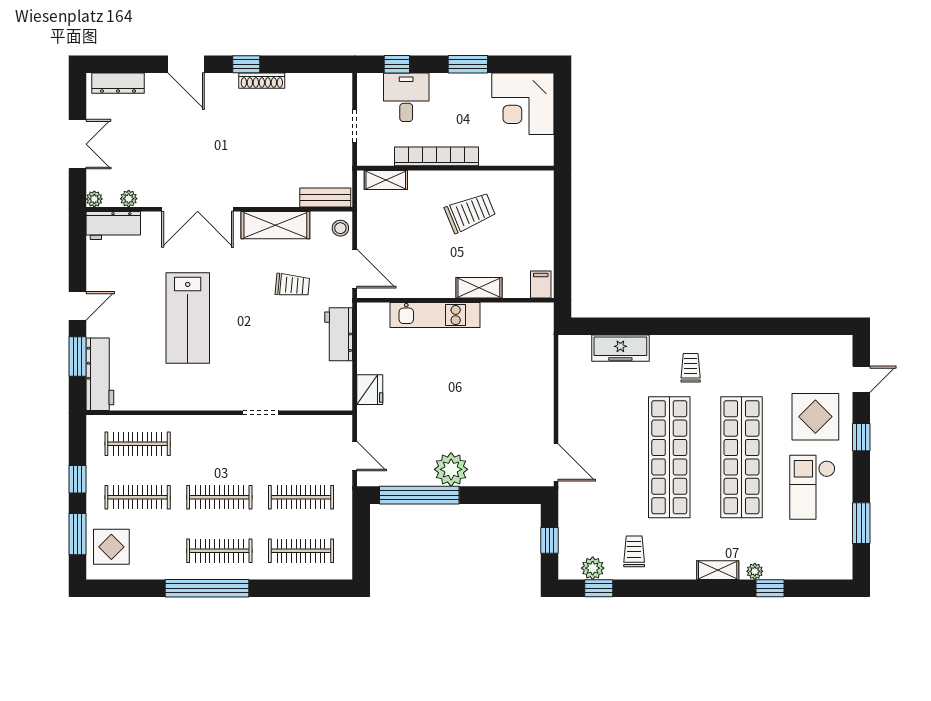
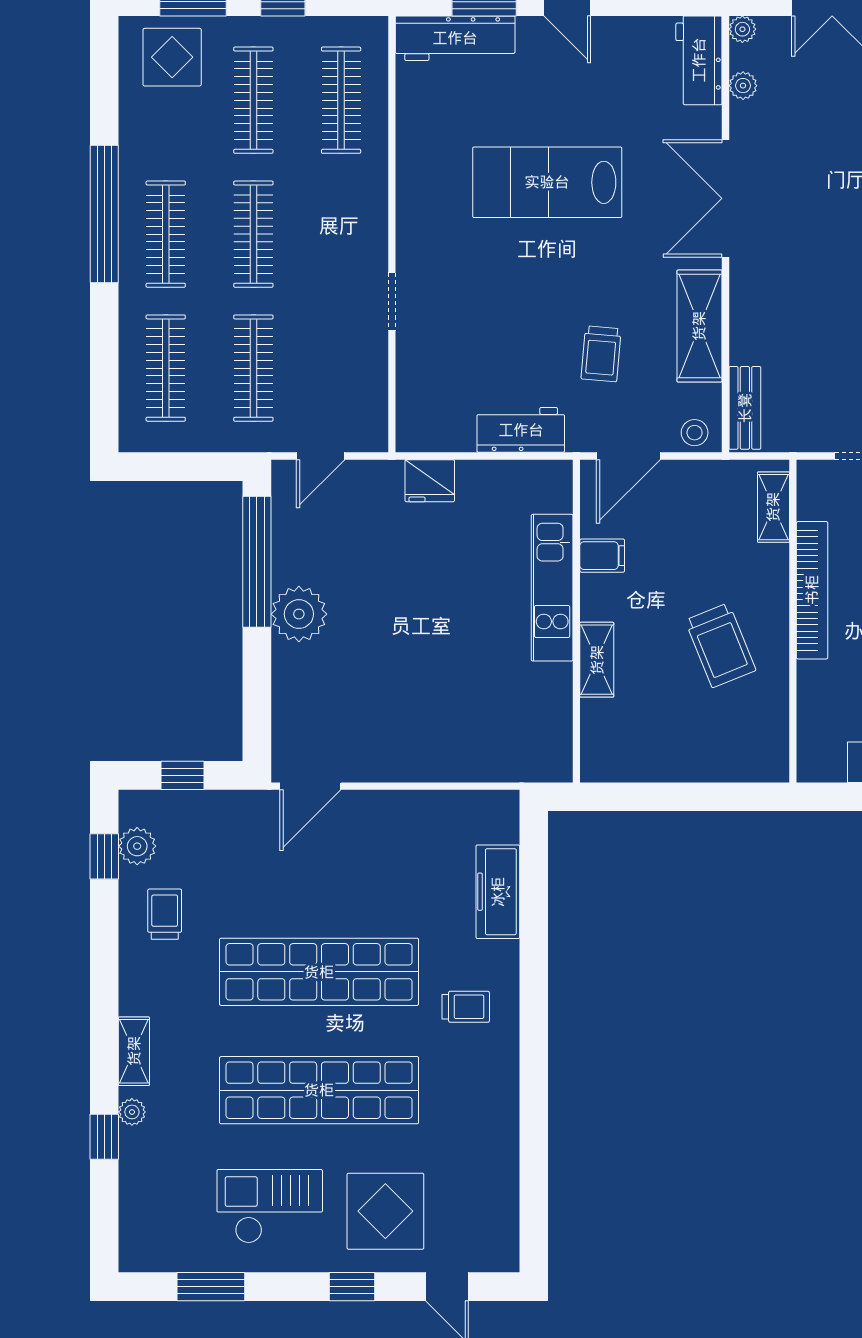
filing cabinet: (541, 284) -> (602, 556), moved
trolley: (634, 551) -> (165, 914), turned -90

